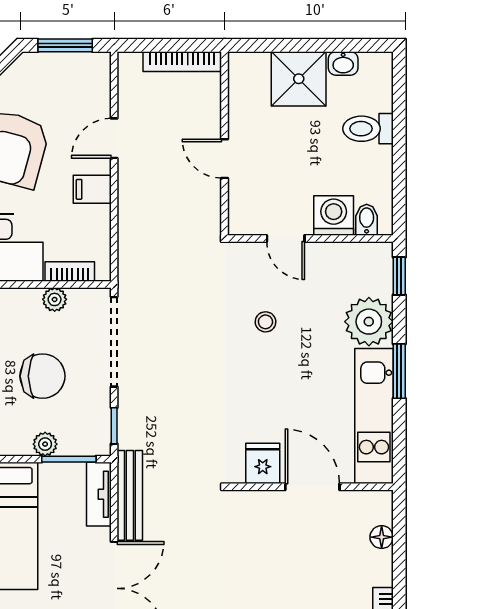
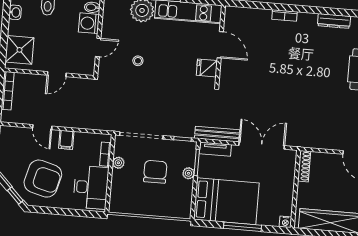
shower: (299, 79) -> (19, 50), moved
door: (312, 487) -> (220, 45), swing flipped
floor lamp: (382, 537) -> (248, 13), removed

